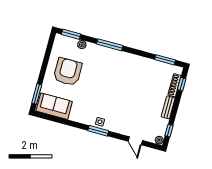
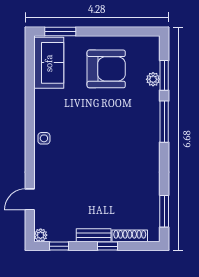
window: (71, 34) -> (164, 75), moved
window: (182, 84) -> (107, 246), moved
window: (98, 131) -> (30, 139), removed

